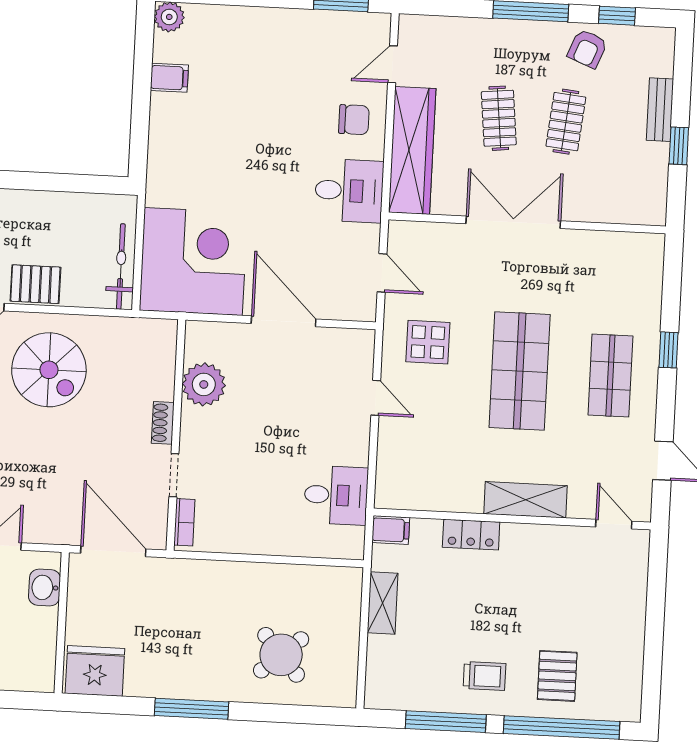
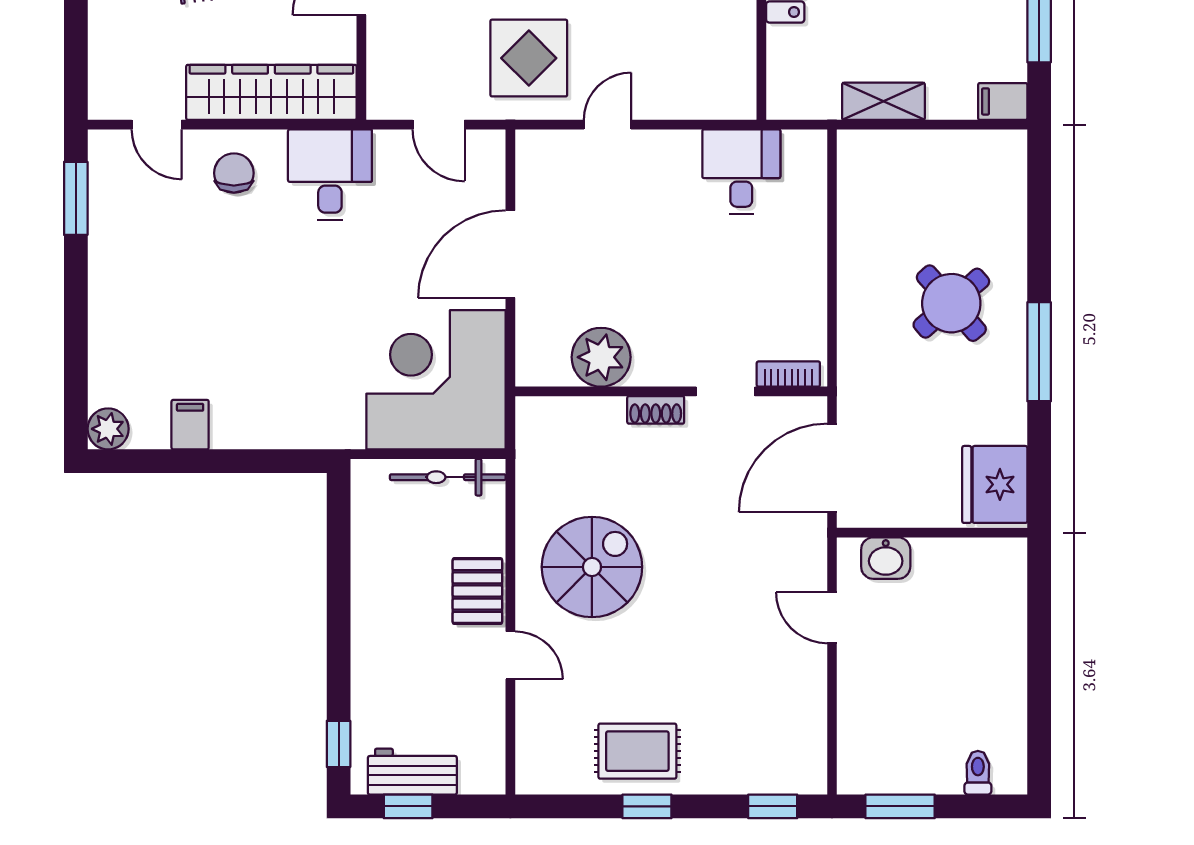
door: (382, 273) -> (439, 125), swing flipped
display table: (428, 342) -> (529, 58), width x1.36, depth x1.36
filing cabinet: (391, 530) -> (1003, 101), moved, turned -90
round table: (281, 655) -> (951, 303), moved

